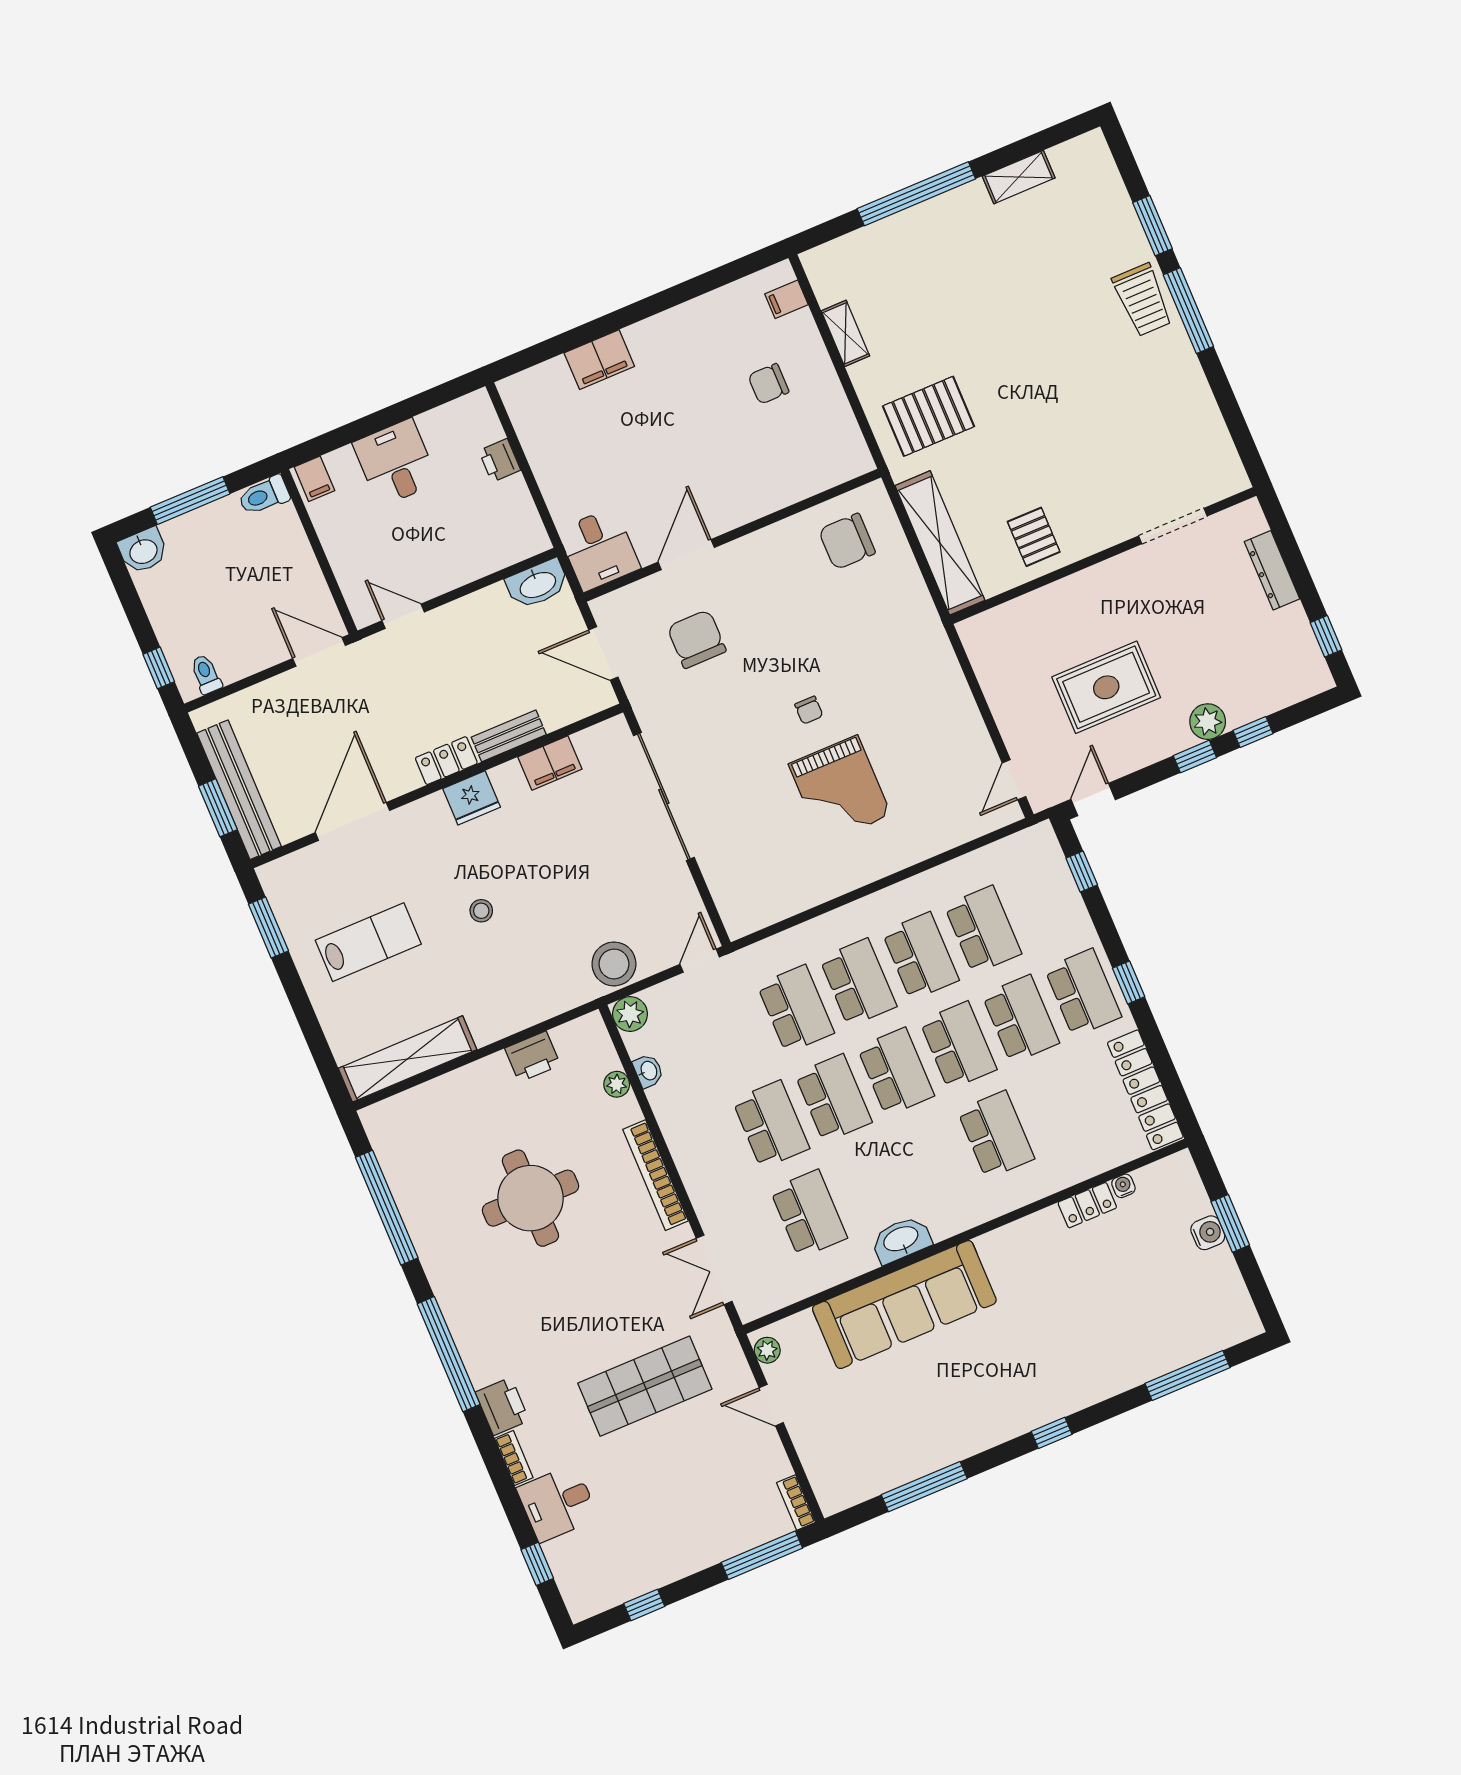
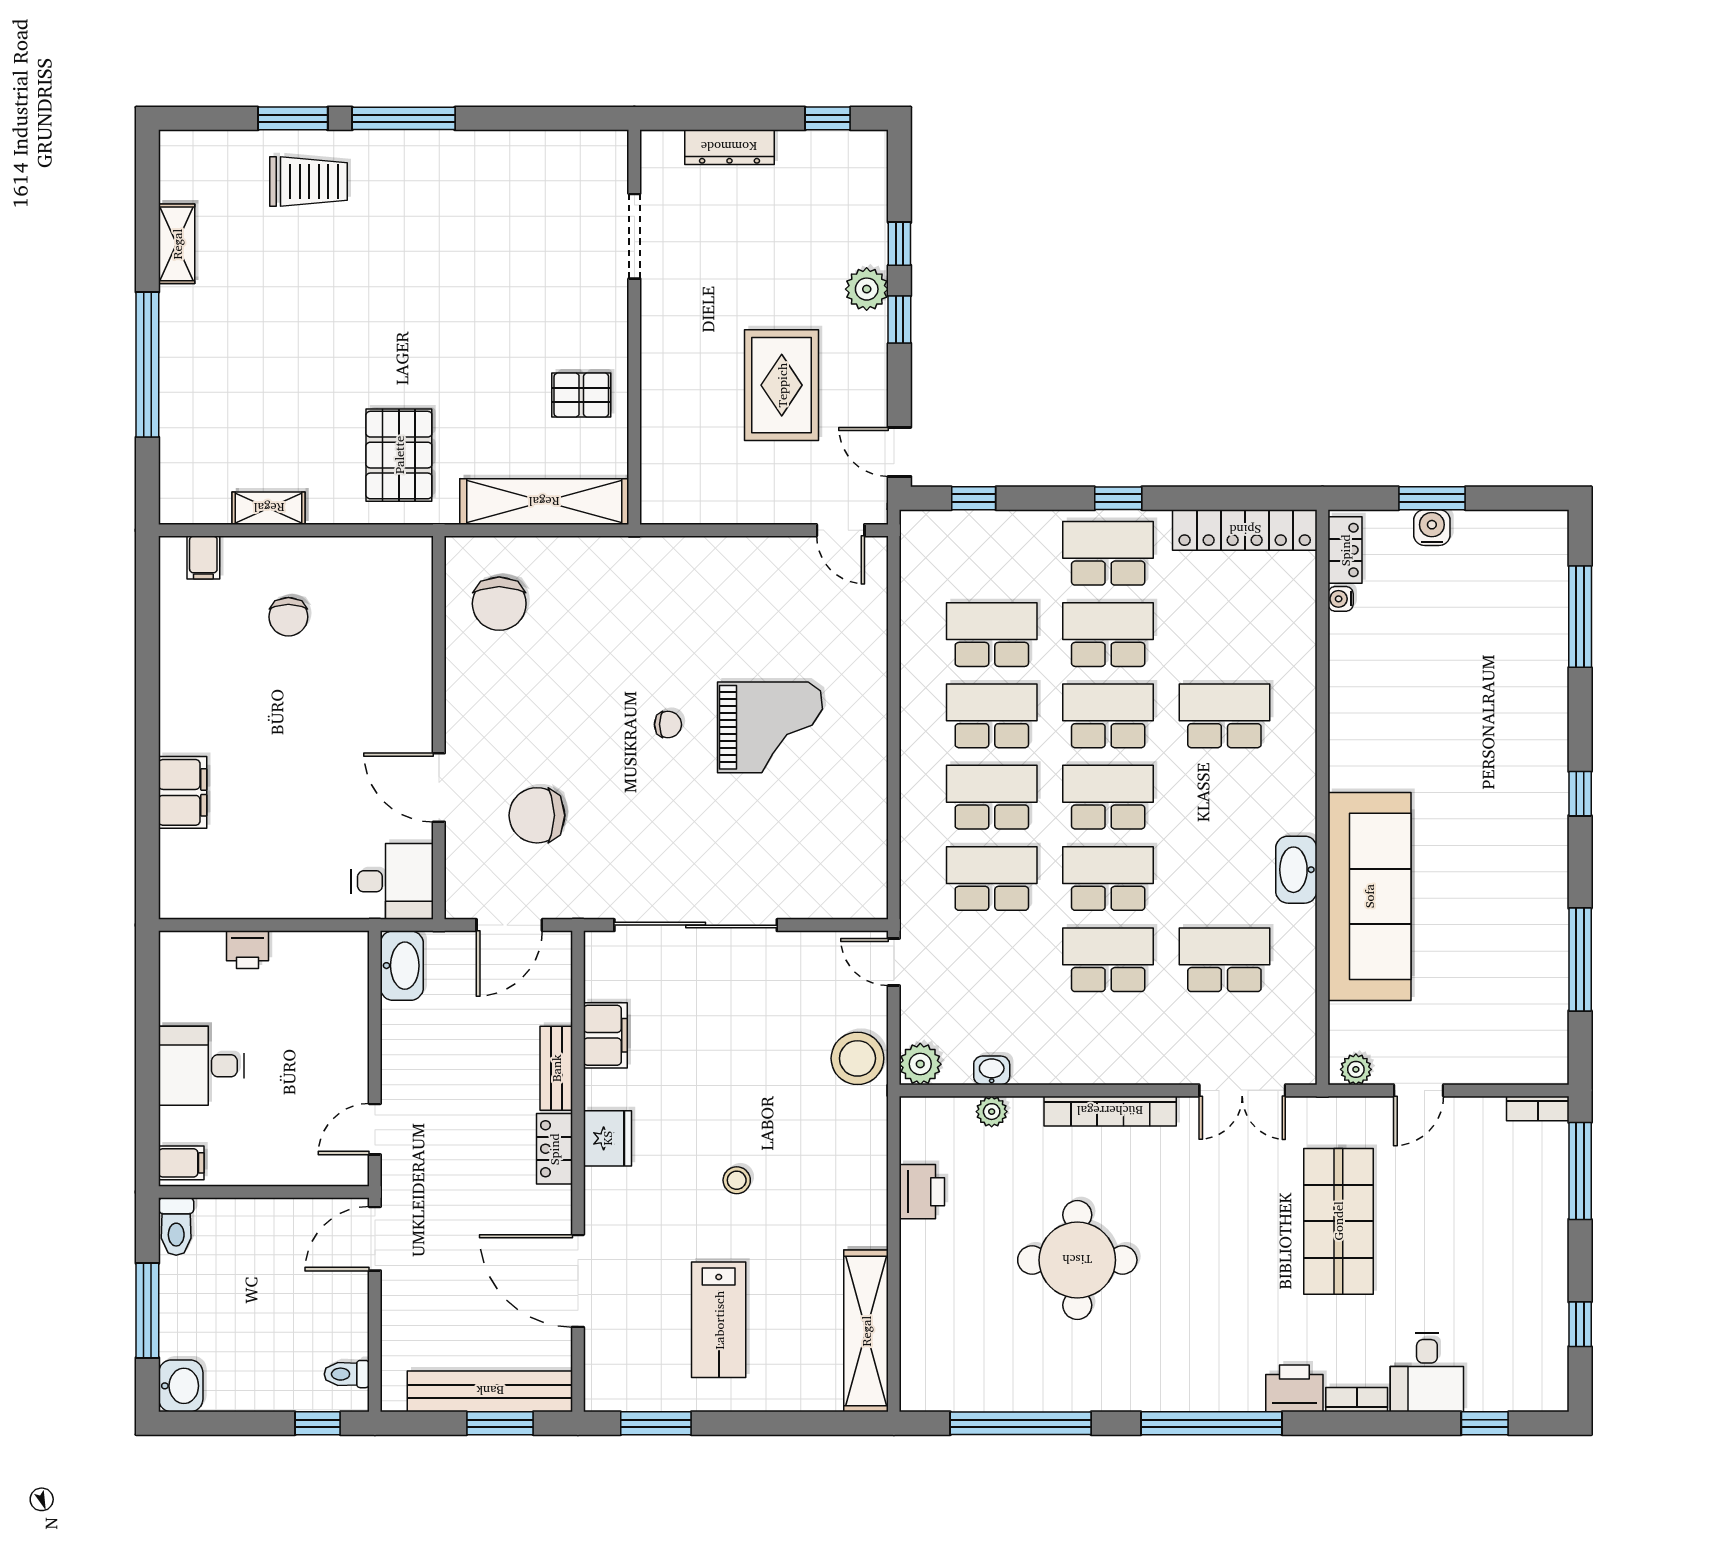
trolley: (1142, 300) -> (308, 182), moved
lab bench: (368, 942) -> (719, 1320), turned 180
locker: (1087, 1205) -> (1345, 550), moved

